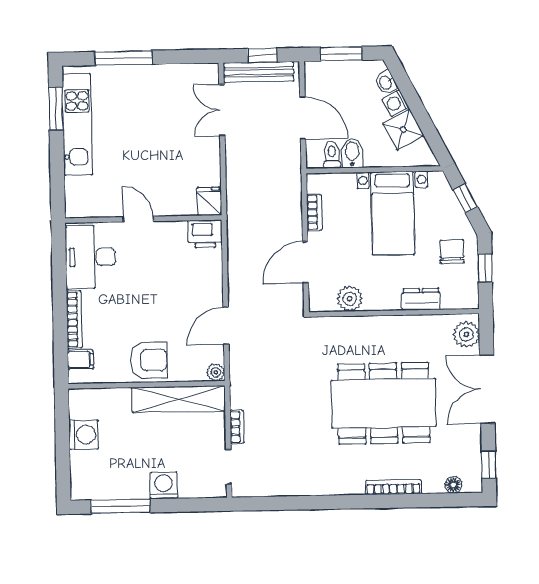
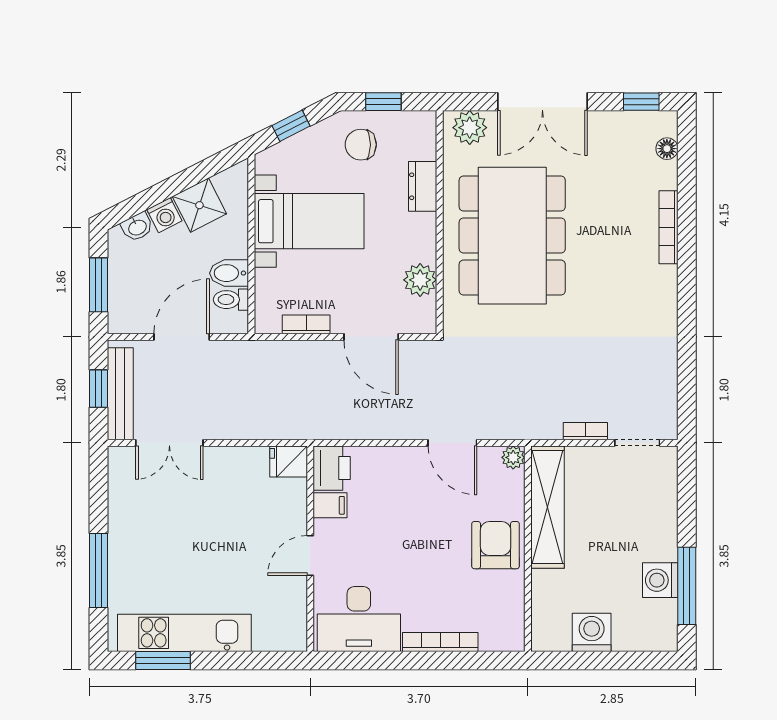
filing cabinet: (80, 359) -> (330, 505), moved, turned 90
dining table: (384, 403) -> (512, 236), moved
washing machine: (164, 485) -> (660, 580), moved

